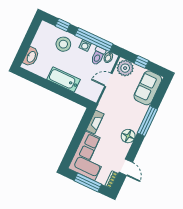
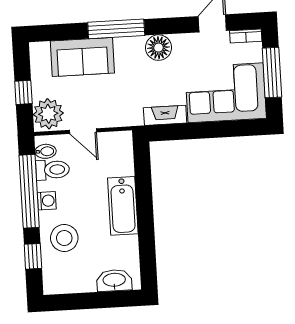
sofa: (148, 88) -> (82, 57), moved

